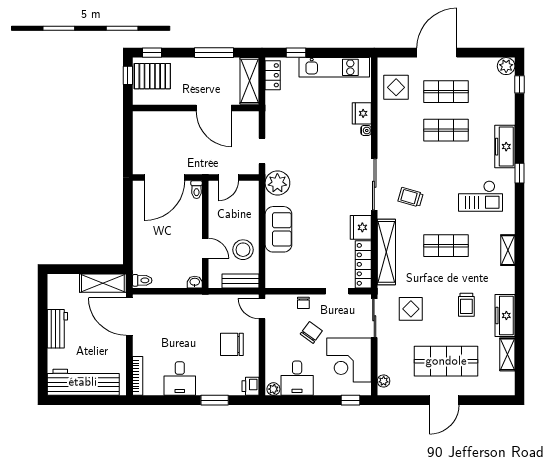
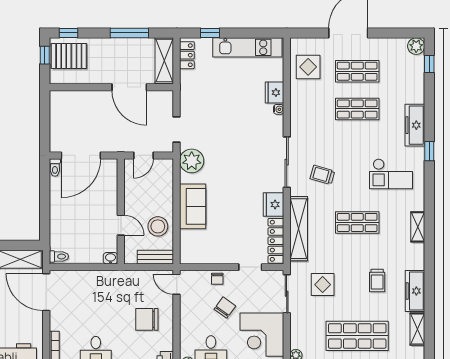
toilet: (197, 190) -> (55, 167), moved

